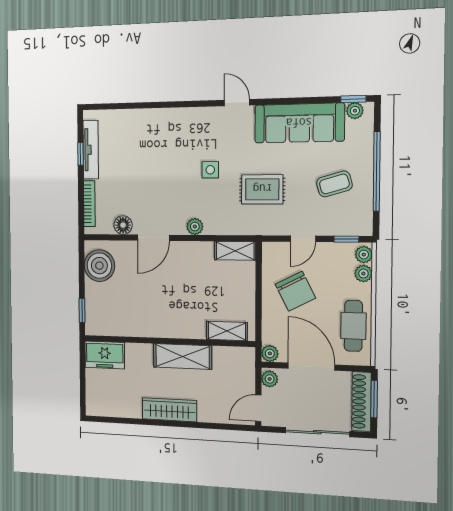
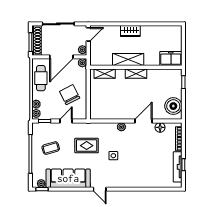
shelving: (235, 251) -> (136, 74), moved
door: (311, 367) -> (61, 57), hinge flipped
wardrobe: (169, 410) -> (130, 31), width x0.67

